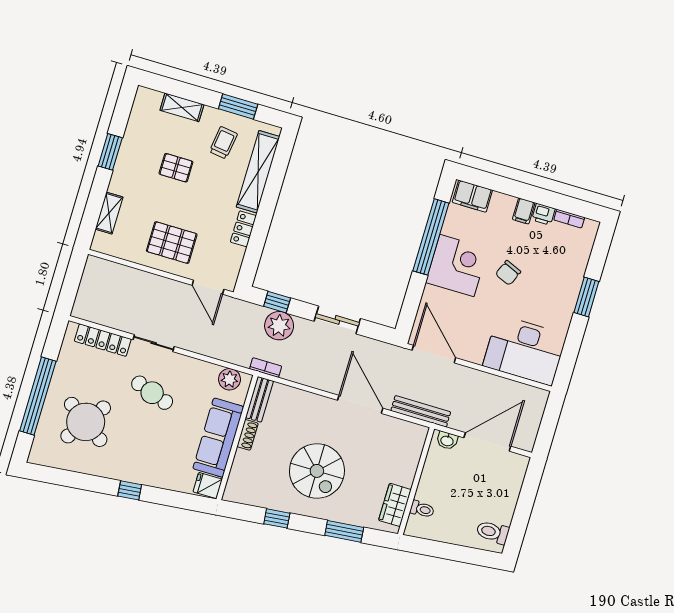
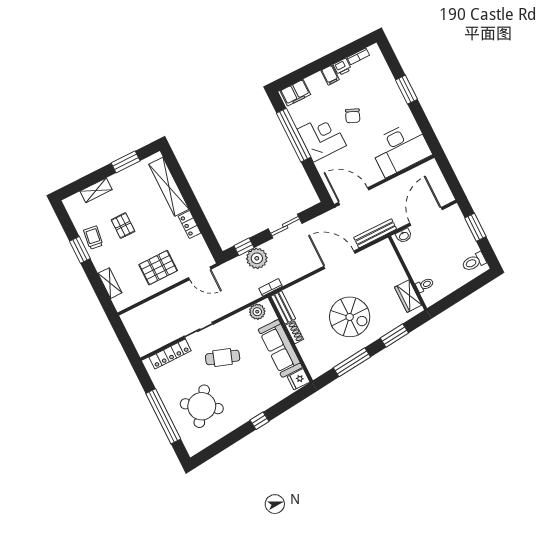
trolley: (223, 143) -> (93, 238), moved
pallet: (176, 168) -> (123, 226), turned 90
window: (527, 499) -> (475, 227), added
window: (277, 518) -> (352, 362), width x2.17

